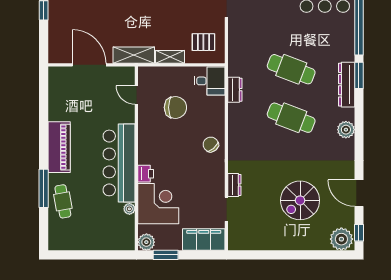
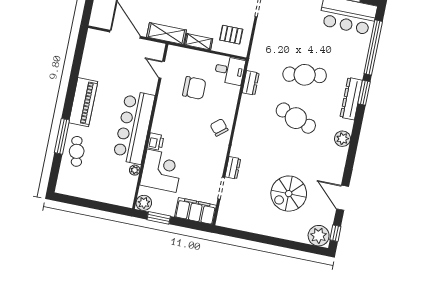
cafe table: (291, 69) -> (305, 75), turned -30

